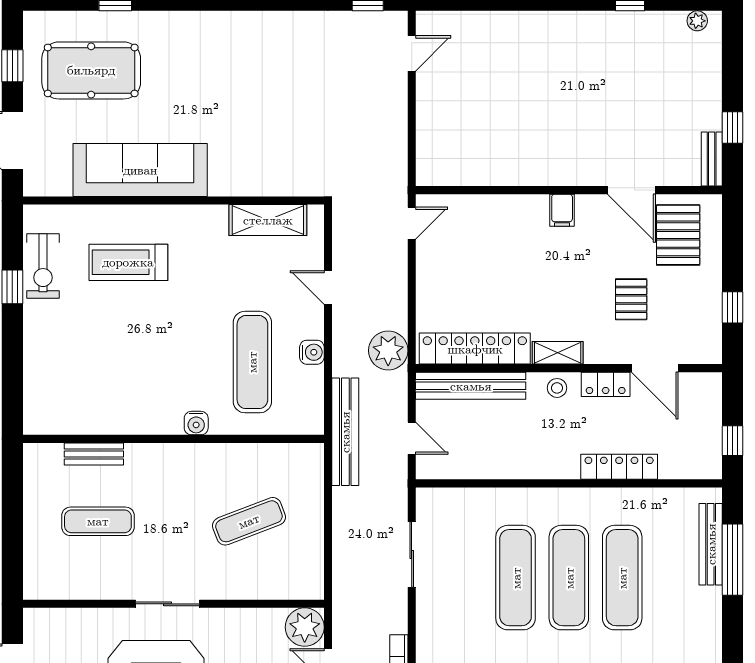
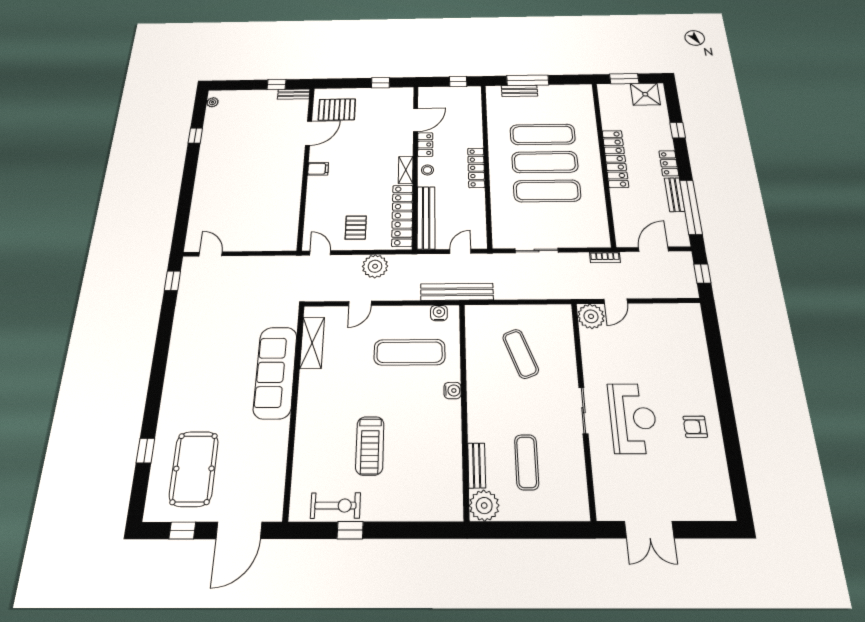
sofa: (140, 170) -> (275, 372), moved
treadmill: (128, 262) -> (370, 446), moved
pallet: (631, 299) -> (356, 228), moved, turned 90
plant: (388, 350) -> (375, 266), moved
water cooler: (312, 352) -> (439, 313), moved
plant: (43, 462) -> (484, 506), added
locker: (619, 467) -> (476, 168), moved
bench: (711, 544) -> (519, 91), width x0.73

